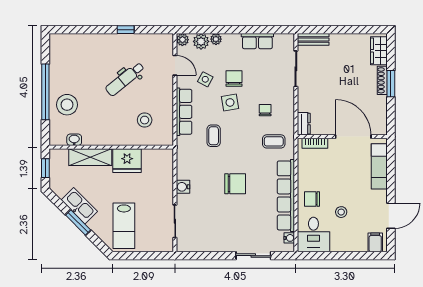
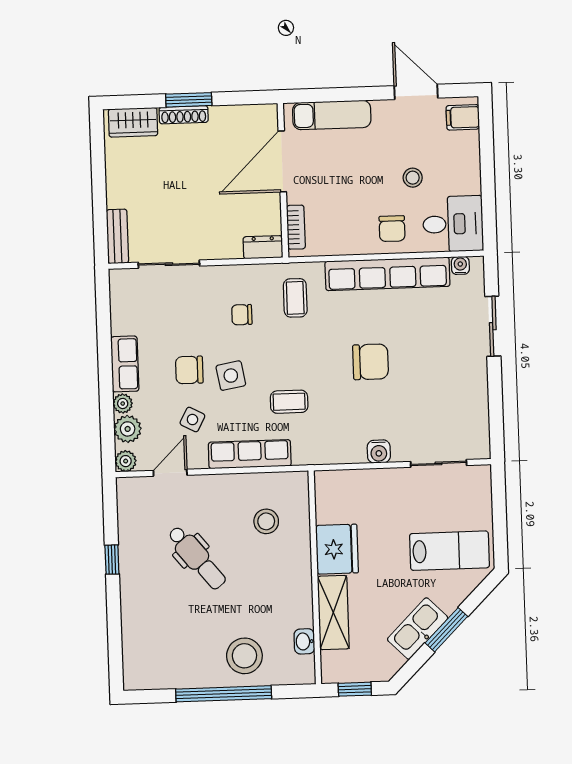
row of seats: (257, 41) -> (125, 364), moved
chair: (235, 184) -> (371, 362), turned 90

